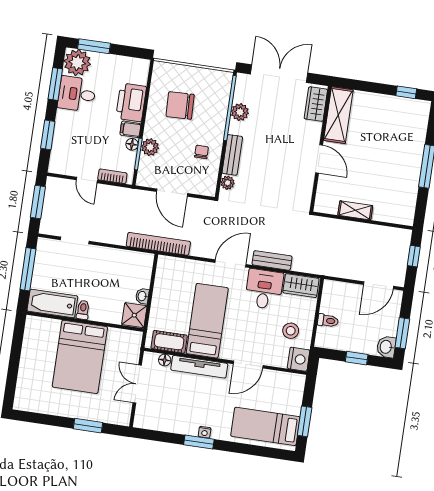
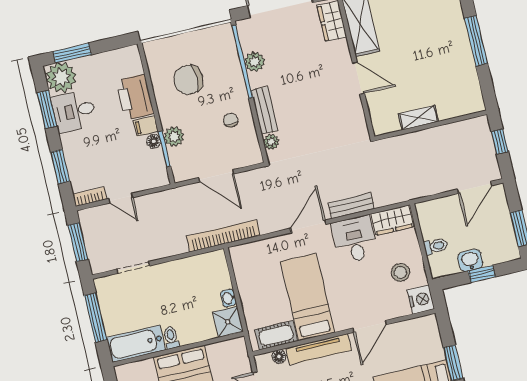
bookcase: (112, 176) -> (90, 197), moved
washbasin: (386, 347) -> (470, 260), moved, turned 90

